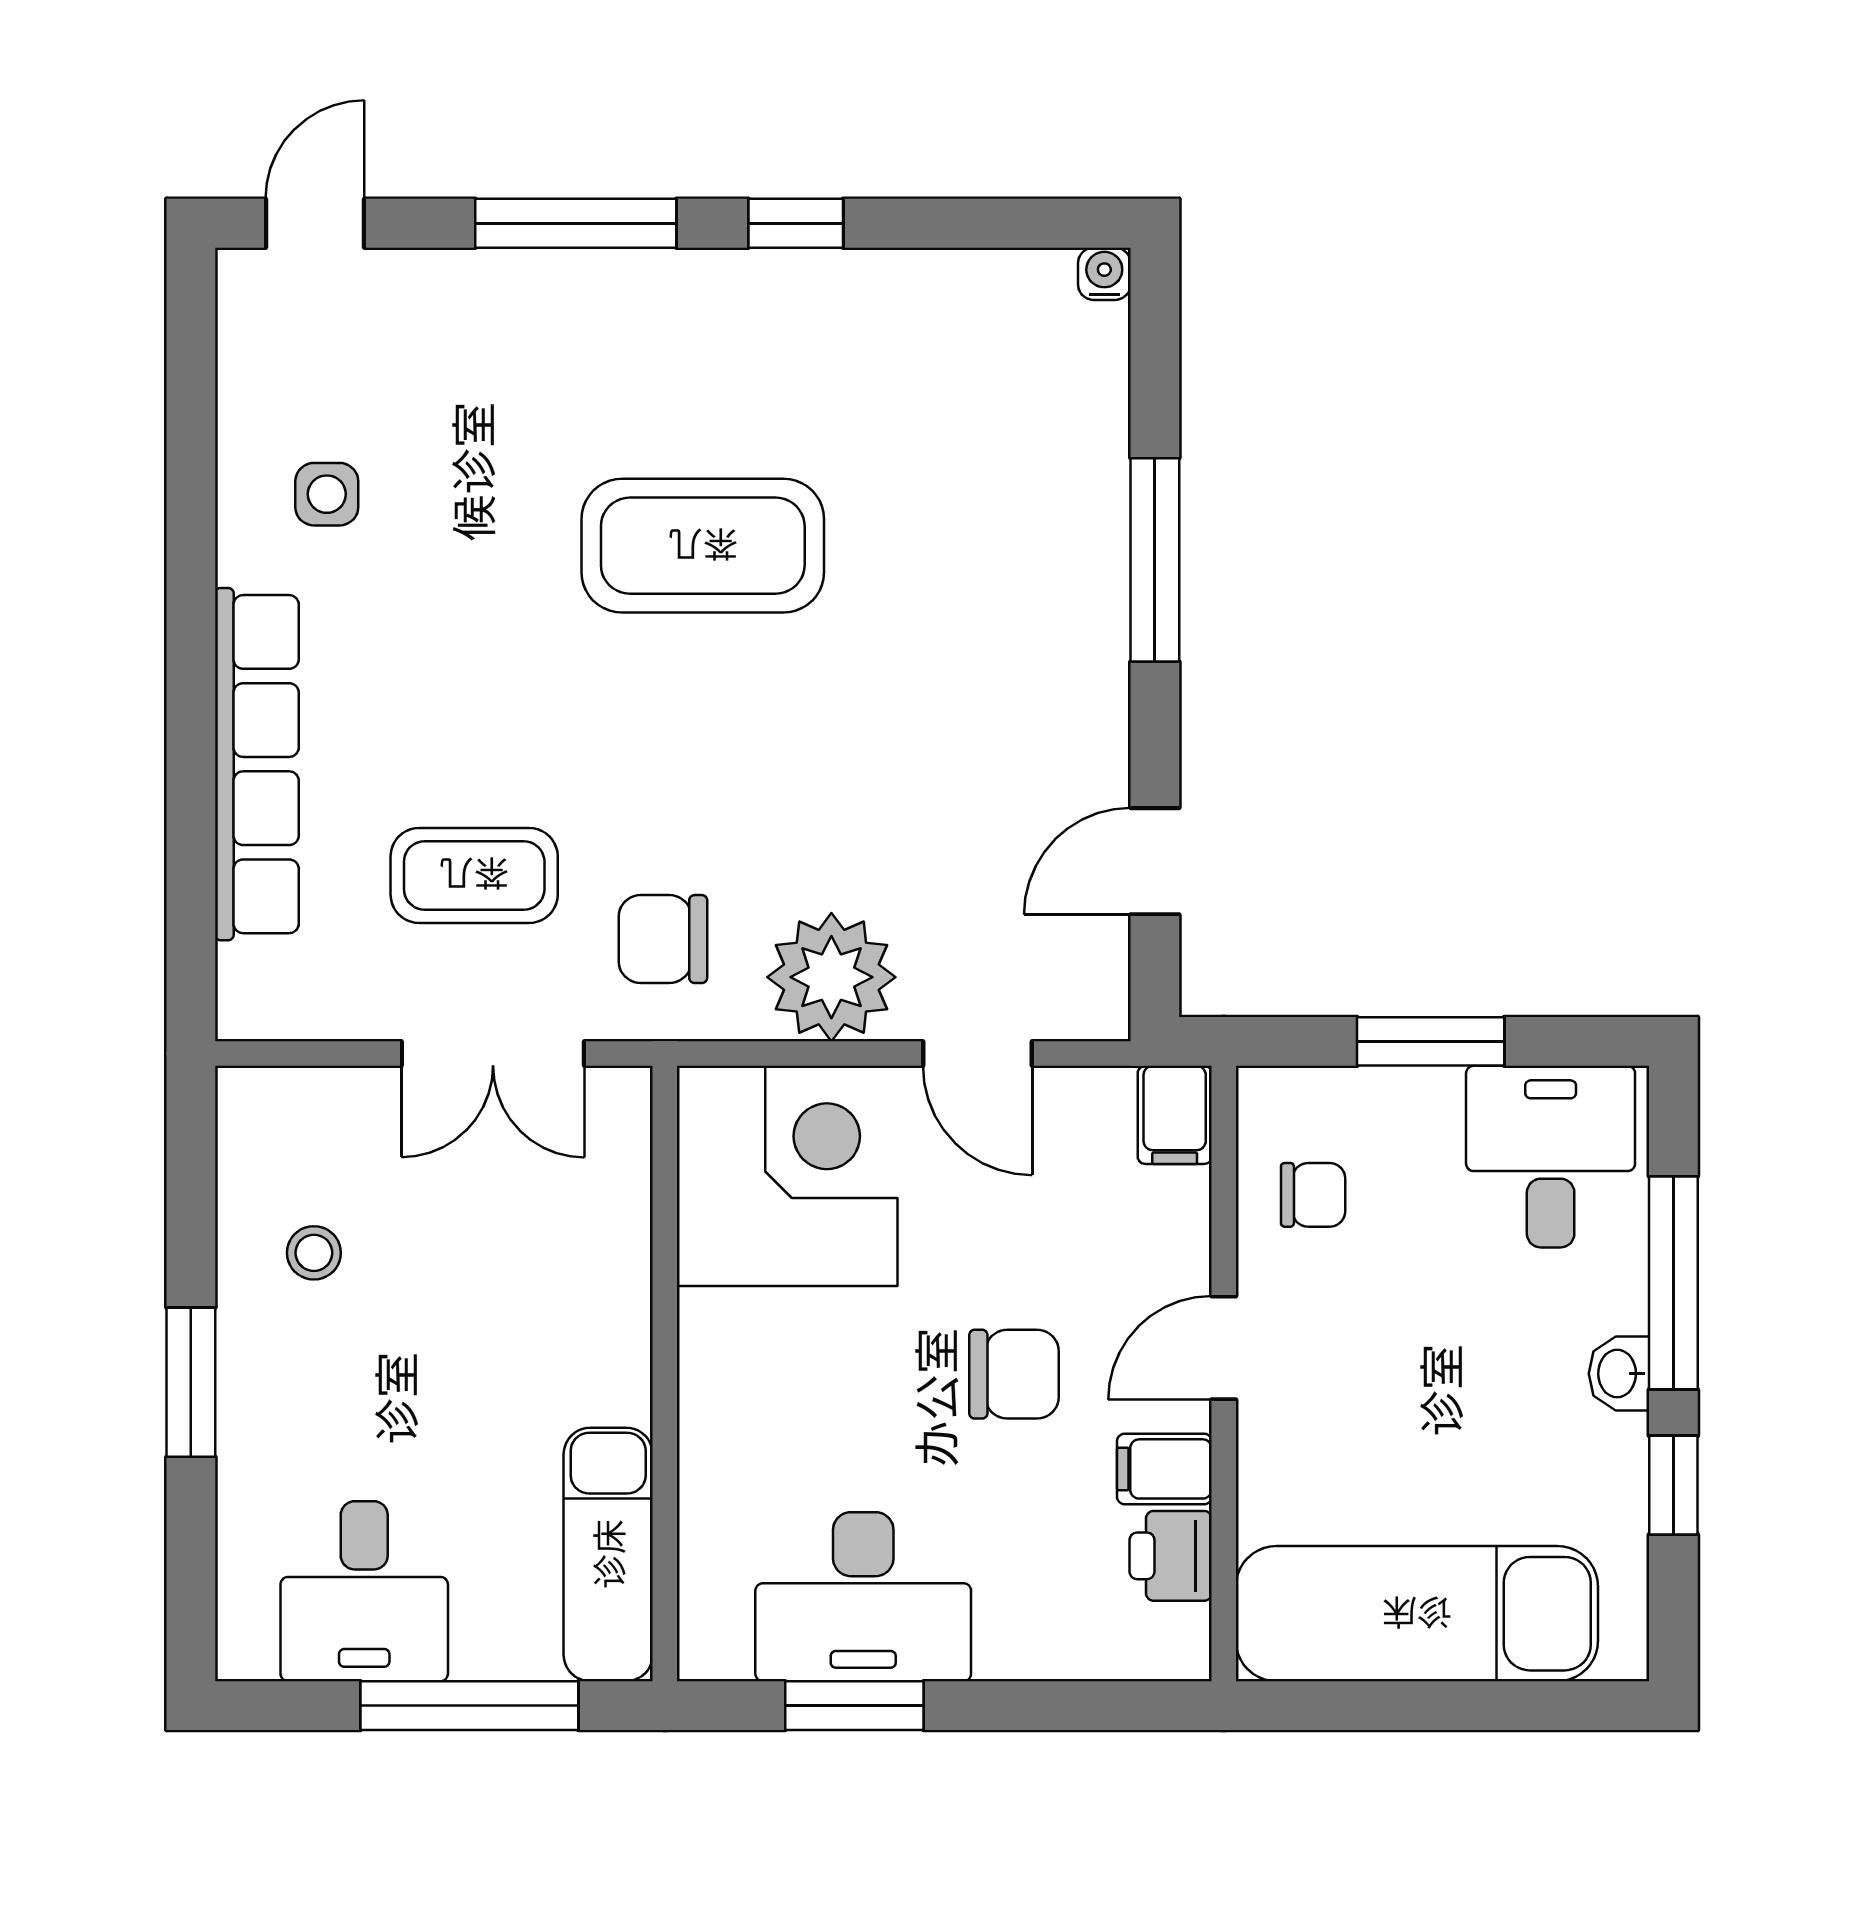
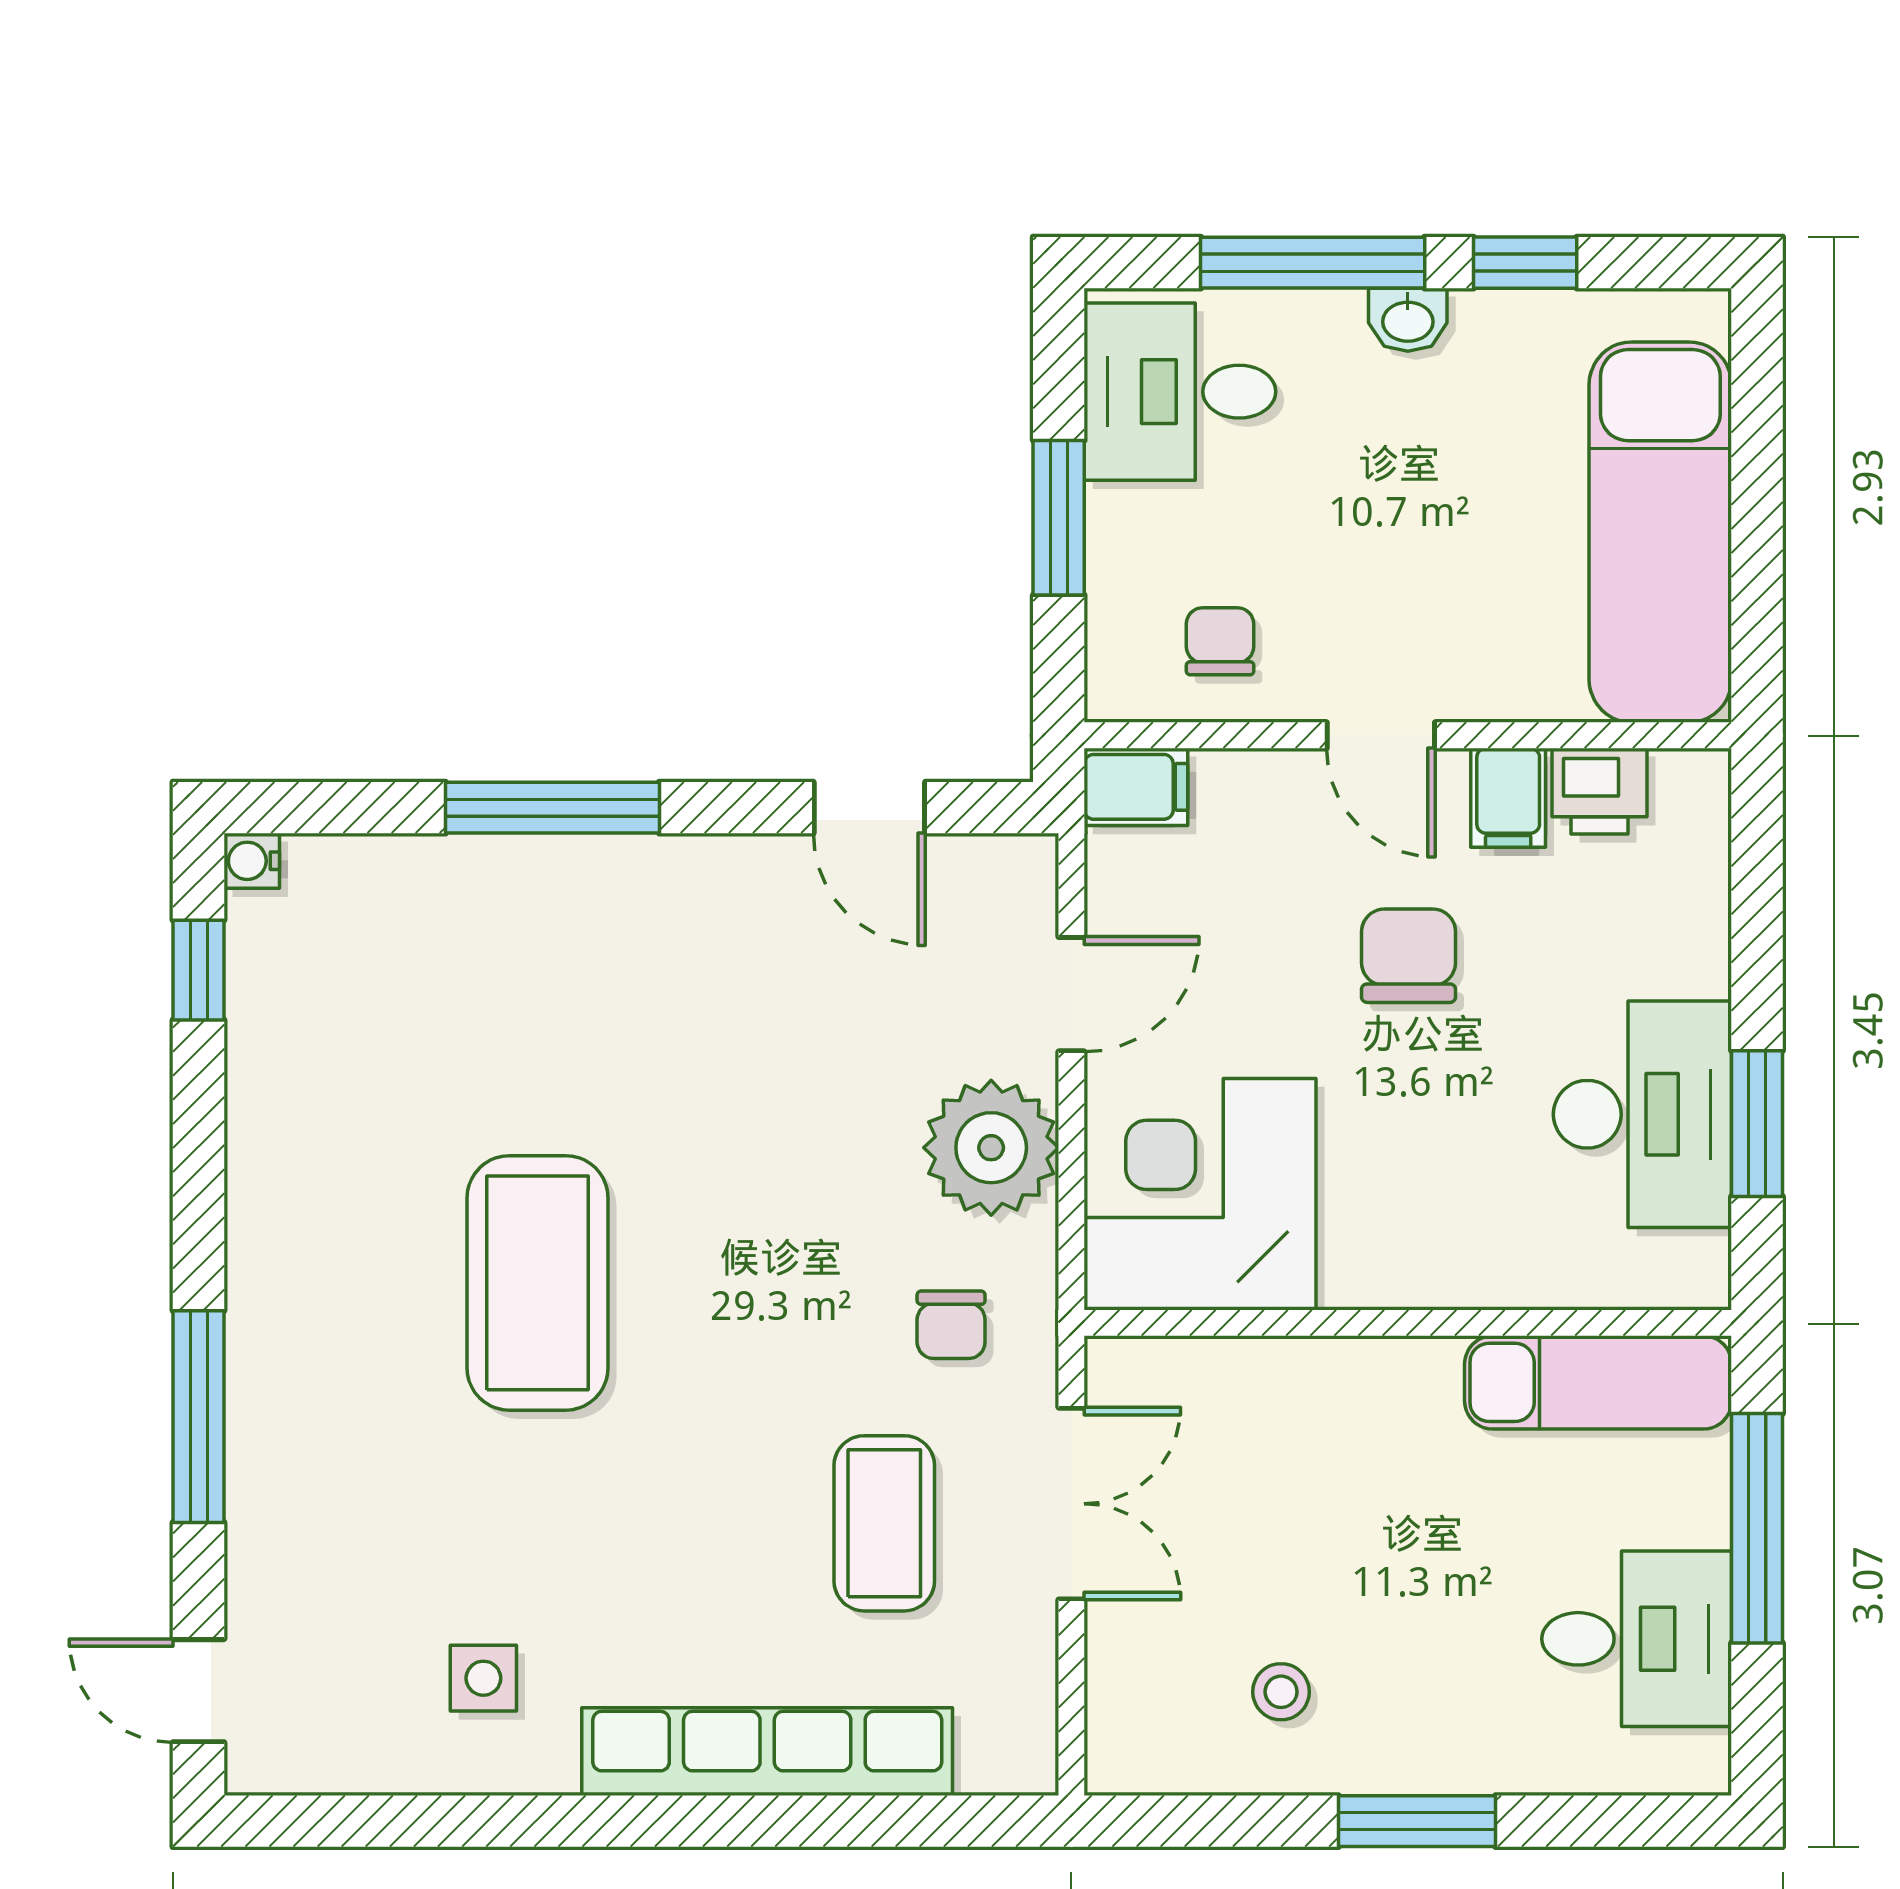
window: (796, 223) -> (199, 970), moved
chair: (663, 939) -> (951, 1325), width x0.73, depth x0.73

